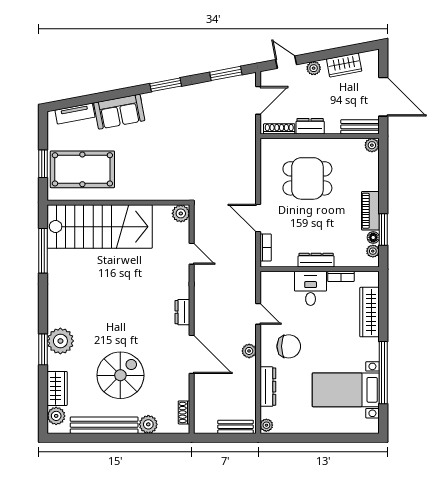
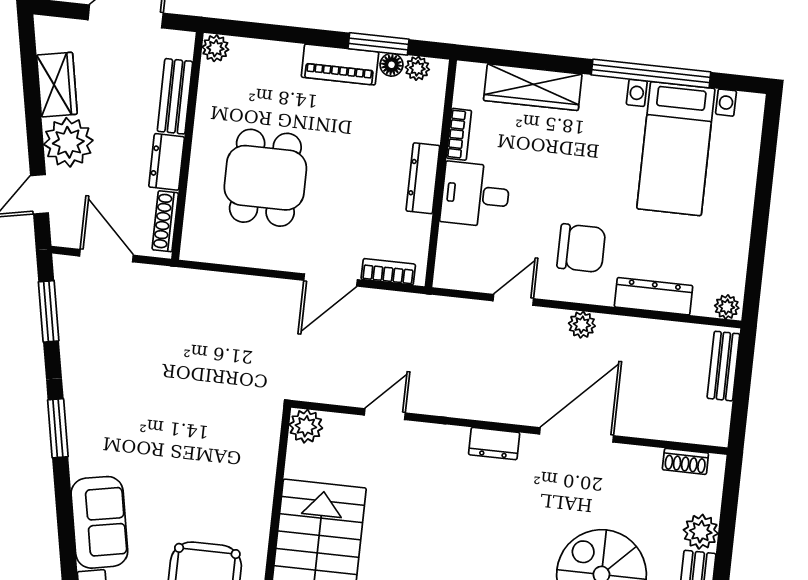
plant: (314, 68) -> (68, 142), width x1.88, depth x1.88
bench: (360, 127) -> (175, 96), moved
chair: (289, 346) -> (581, 248), turned 90

